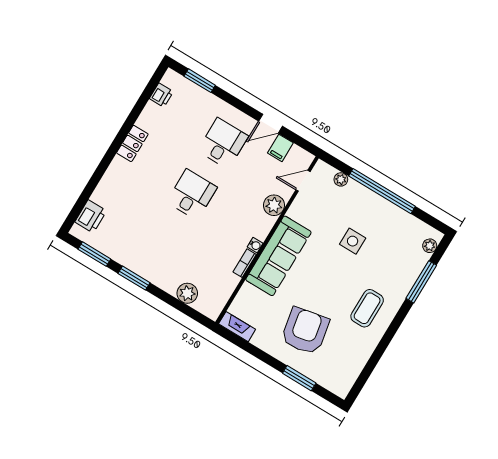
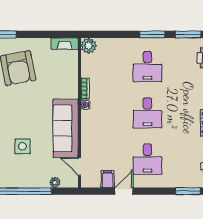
door: (303, 181) -> (79, 166), swing flipped
plant: (274, 205) -> (89, 139), removed
desk: (161, 246) -> (147, 67), added
sofa: (278, 256) -> (66, 128), moved
plant: (187, 293) -> (89, 46), moved

